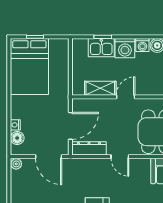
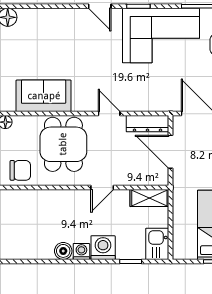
kitchen sink: (101, 48) -> (157, 244), moved, turned -90
shelving: (100, 88) -> (149, 198), moved
door: (70, 126) -> (171, 152), hinge flipped

